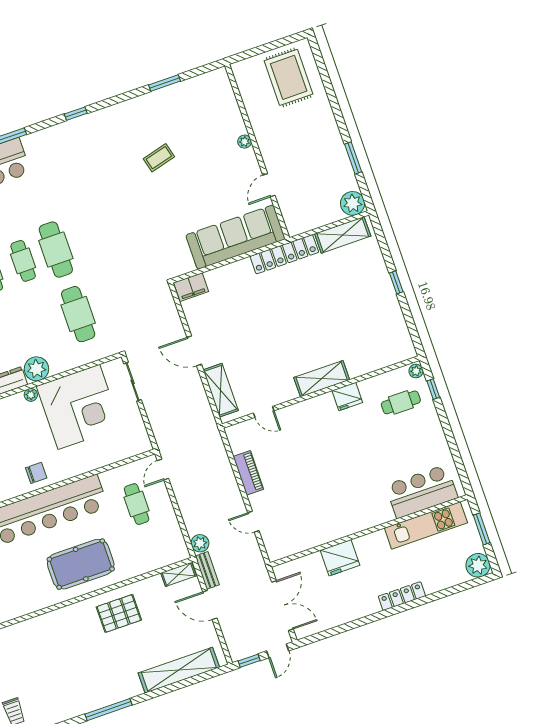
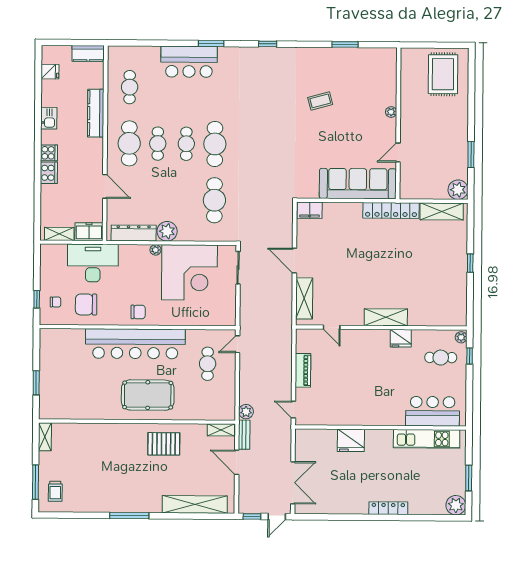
bar counter: (422, 491) -> (433, 411), moved
kitchen unit: (426, 525) -> (427, 439), moved
wall: (369, 531) -> (381, 427), moved
fridge: (340, 558) -> (351, 440), moved

